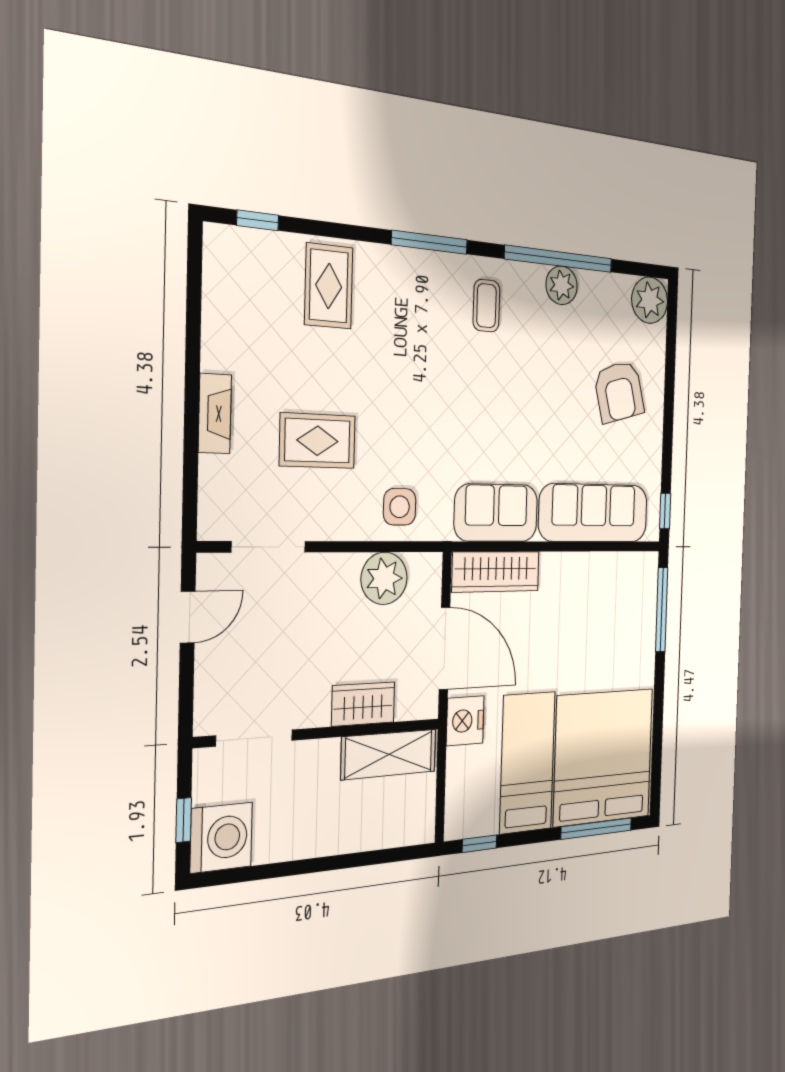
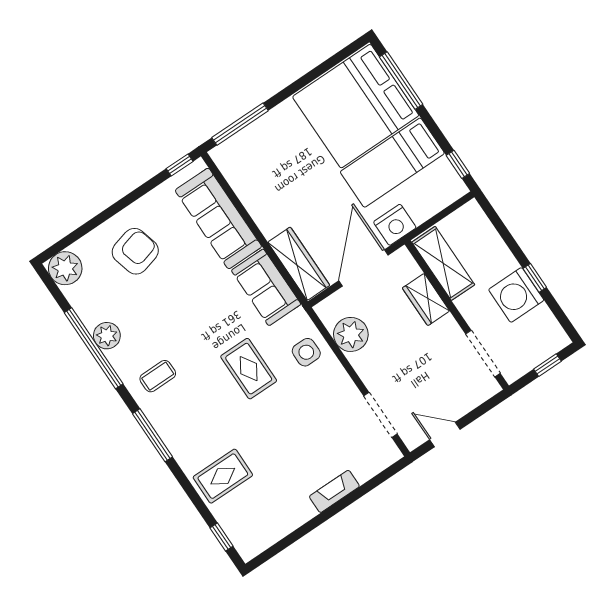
rug: (318, 441) -> (249, 369), moved
washing machine: (221, 838) -> (516, 295), moved, turned -90
window: (300, 867) -> (535, 278), added

